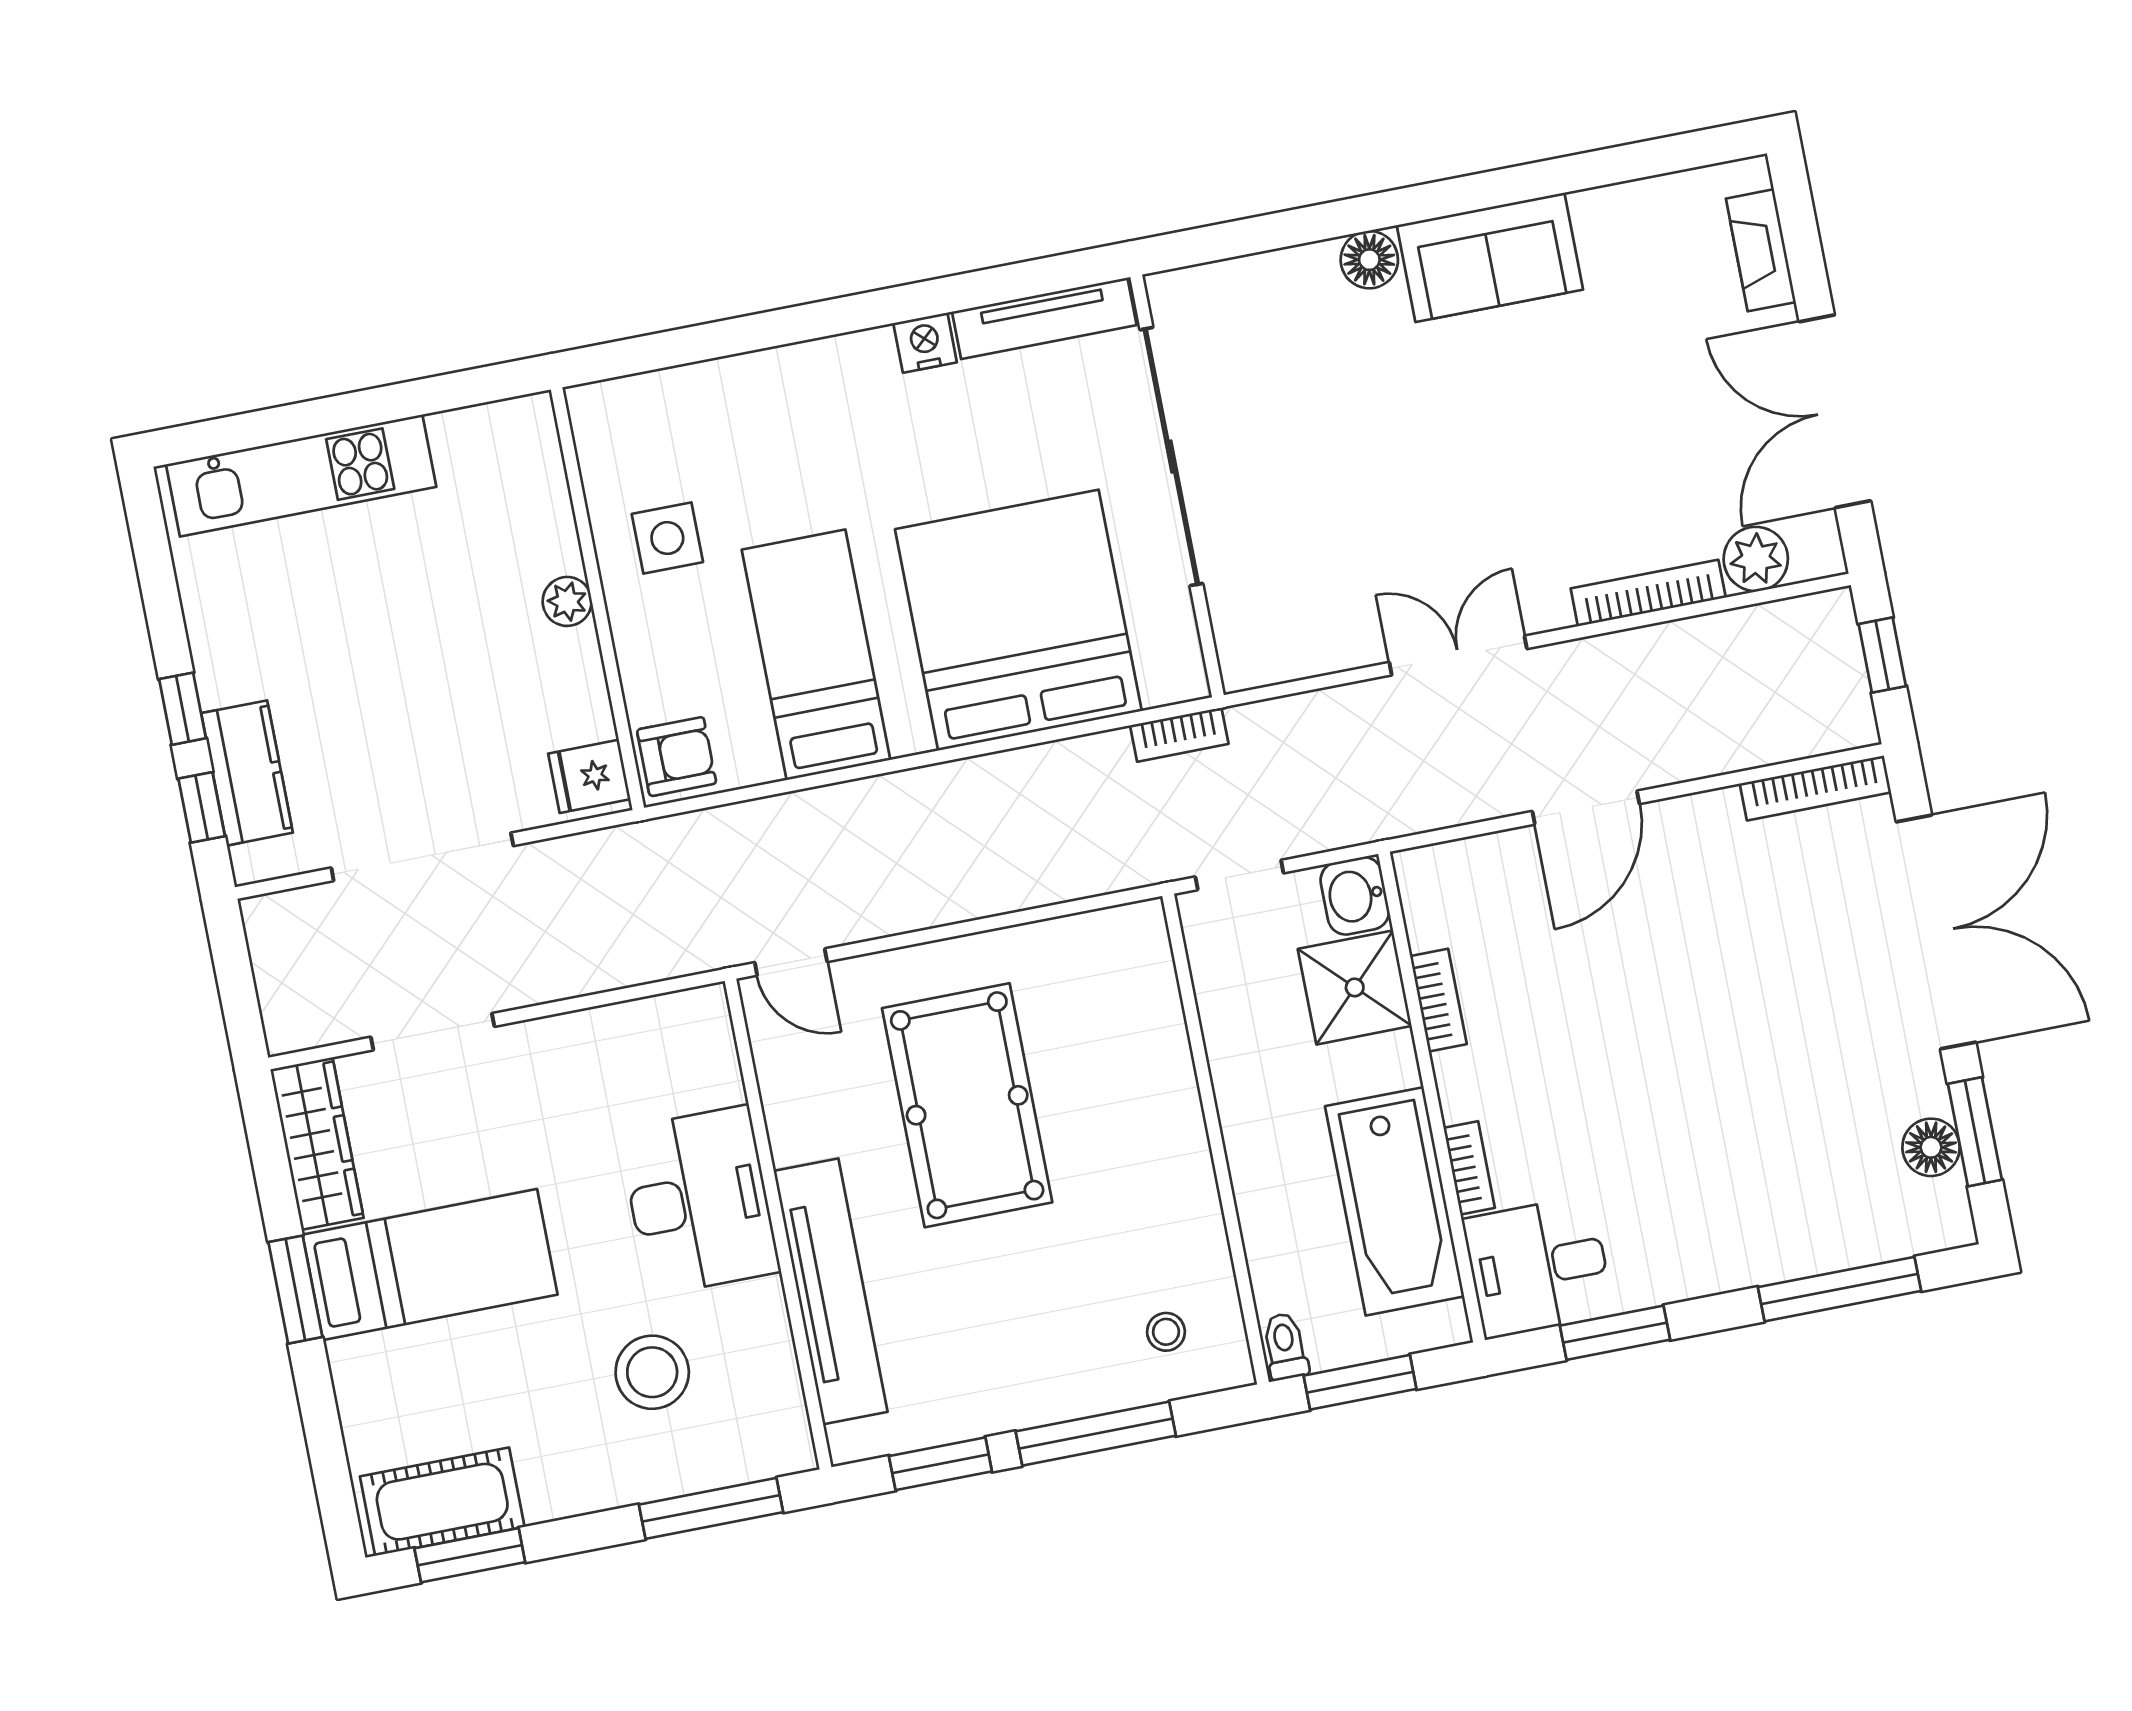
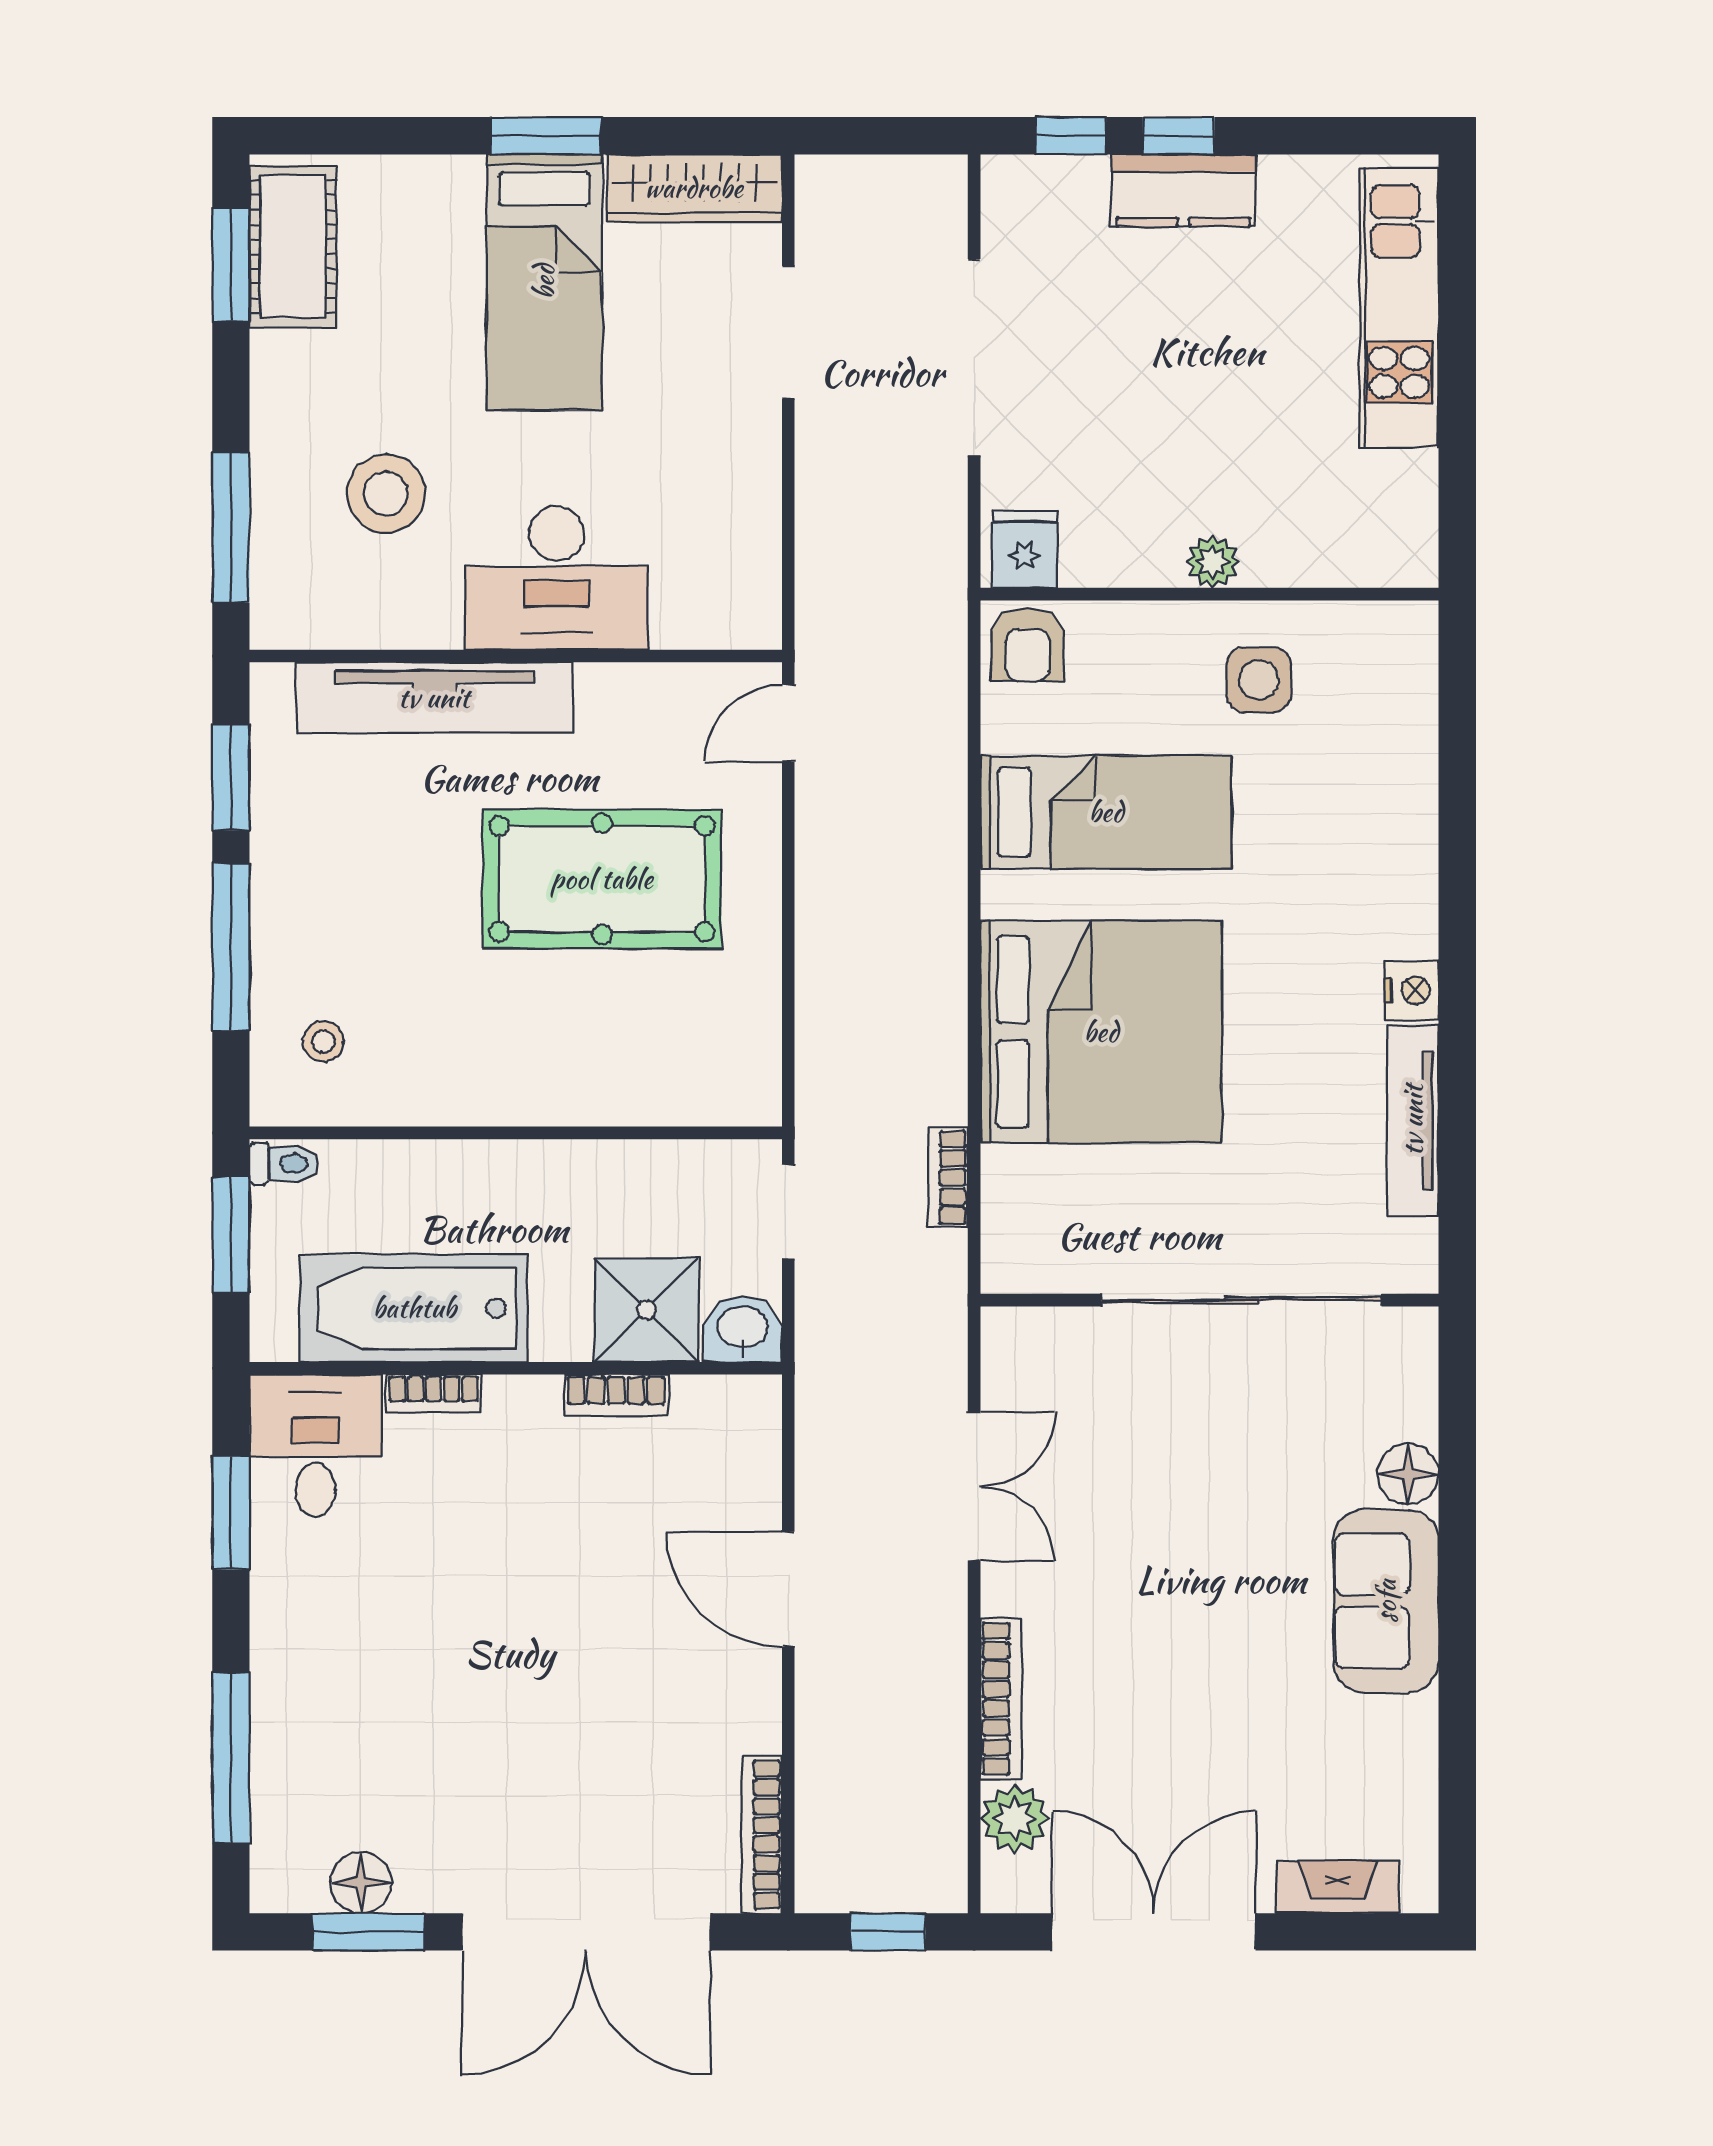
sliding door: (1171, 457) -> (1242, 1300), moved
wall: (1177, 486) -> (1209, 1300), moved
kitchen counter: (247, 773) -> (1183, 190), moved

